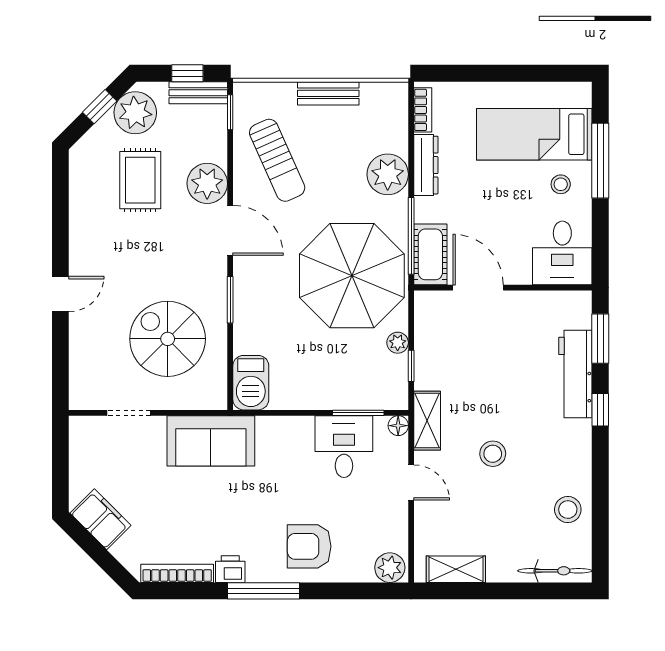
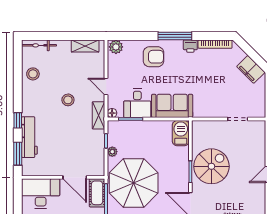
desk: (562, 253) -> (41, 194), width x1.37
spiral stairs: (168, 339) -> (211, 166), moved, turned -90
sofa: (211, 441) -> (172, 106), moved

